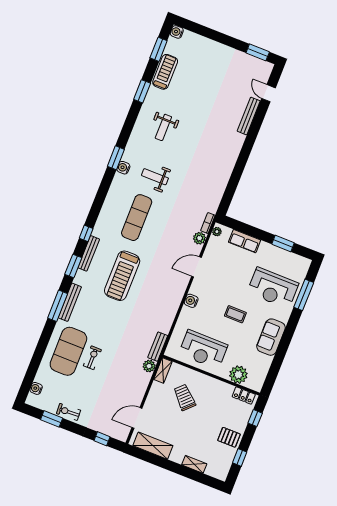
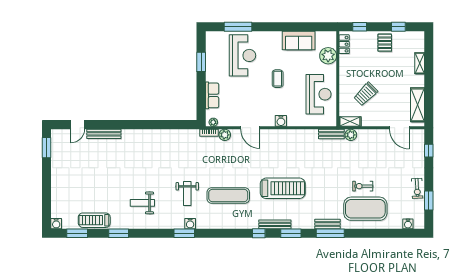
weight bench: (163, 127) -> (142, 203), turned 180
bench: (70, 302) -> (328, 224), width x0.73
sofa: (271, 337) -> (299, 41), moved

